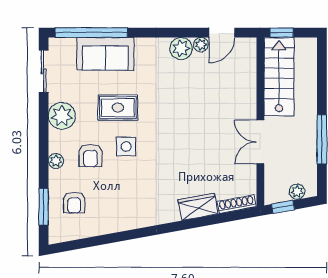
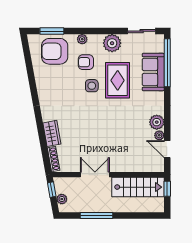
rug: (118, 108) -> (118, 80), width x1.36, depth x1.43
armchair: (74, 203) -> (55, 51), width x1.88, depth x1.88

